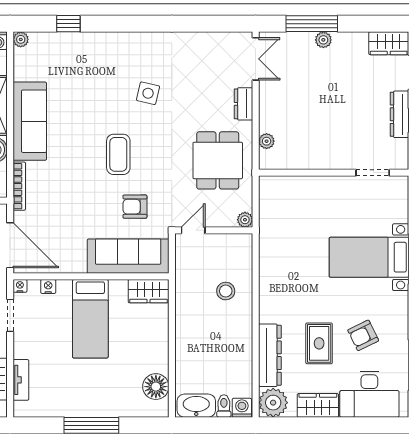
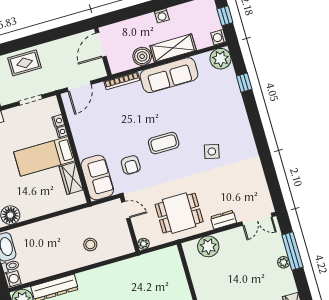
plant: (21, 39) -> (220, 59), width x1.88, depth x1.88
plant: (267, 141) -> (208, 246), width x1.87, depth x1.87
armchair: (135, 207) -> (131, 165), turned 180
door: (10, 245) -> (79, 86), width x0.73
sofa: (128, 256) -> (97, 178), width x0.73
nightstand: (20, 286) -> (62, 132), moved
wardrobe: (149, 291) -> (71, 178), moved

